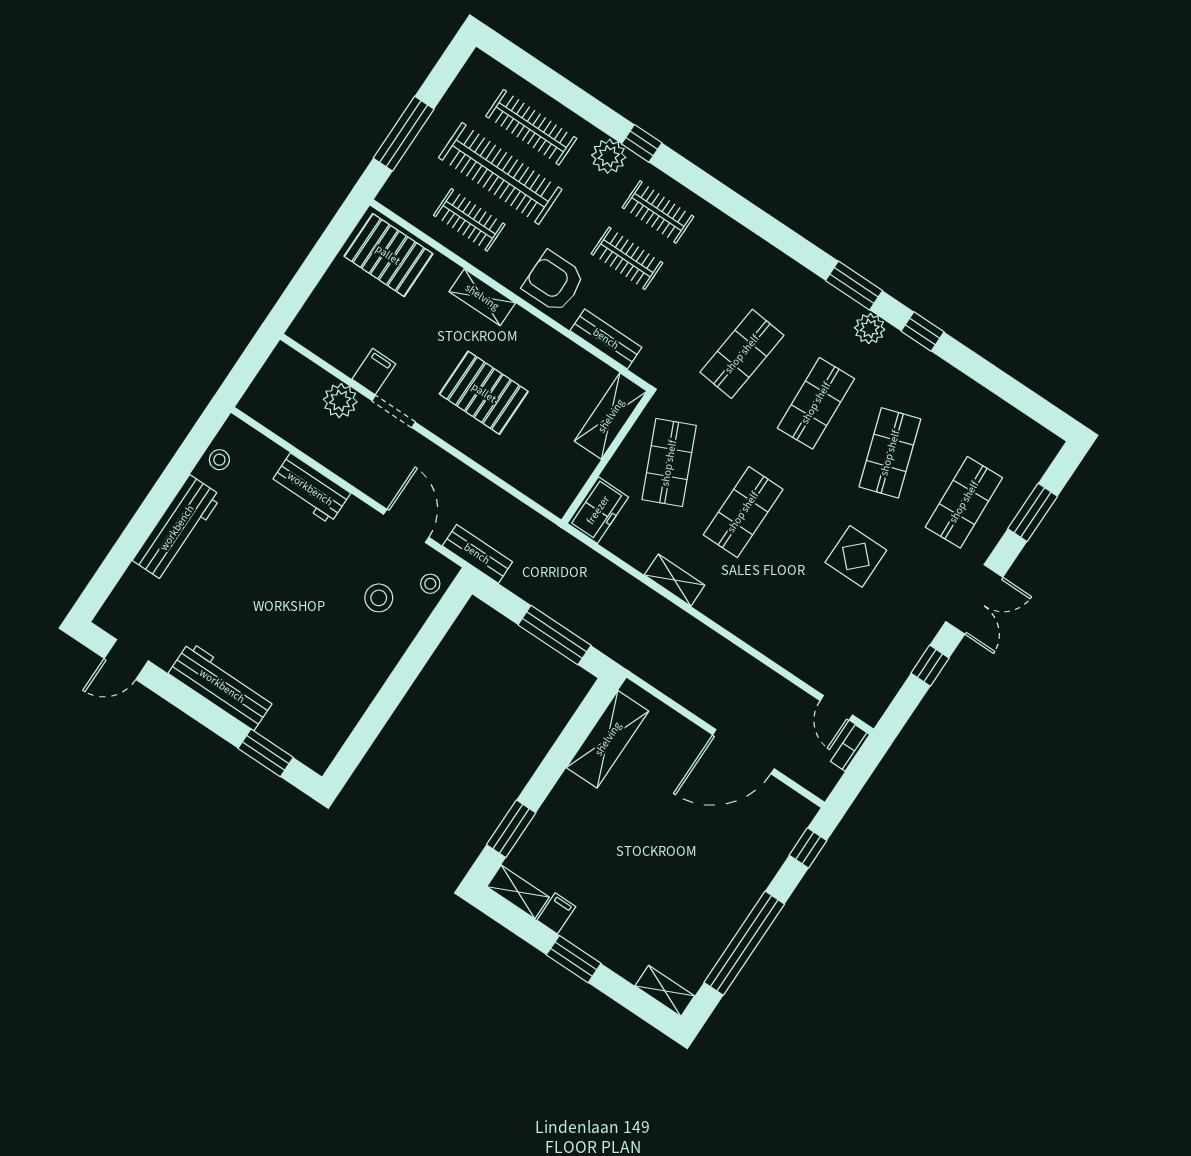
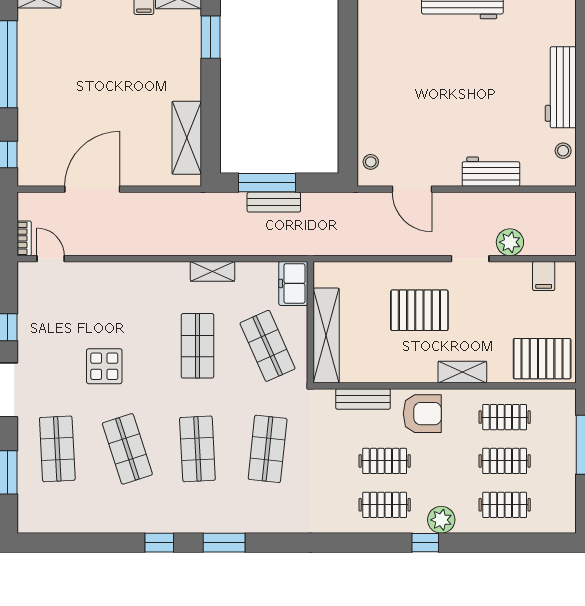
clothes rail: (531, 127) -> (505, 505), width x0.73
clothes rail: (500, 174) -> (505, 461), width x0.54, depth x0.76
plant: (870, 329) -> (195, 521), removed
filing cabinet: (374, 372) -> (544, 276), moved
shelving: (611, 416) -> (326, 335), width x1.47
bench: (477, 554) -> (274, 202), moved
stool: (379, 598) -> (398, 130), removed

